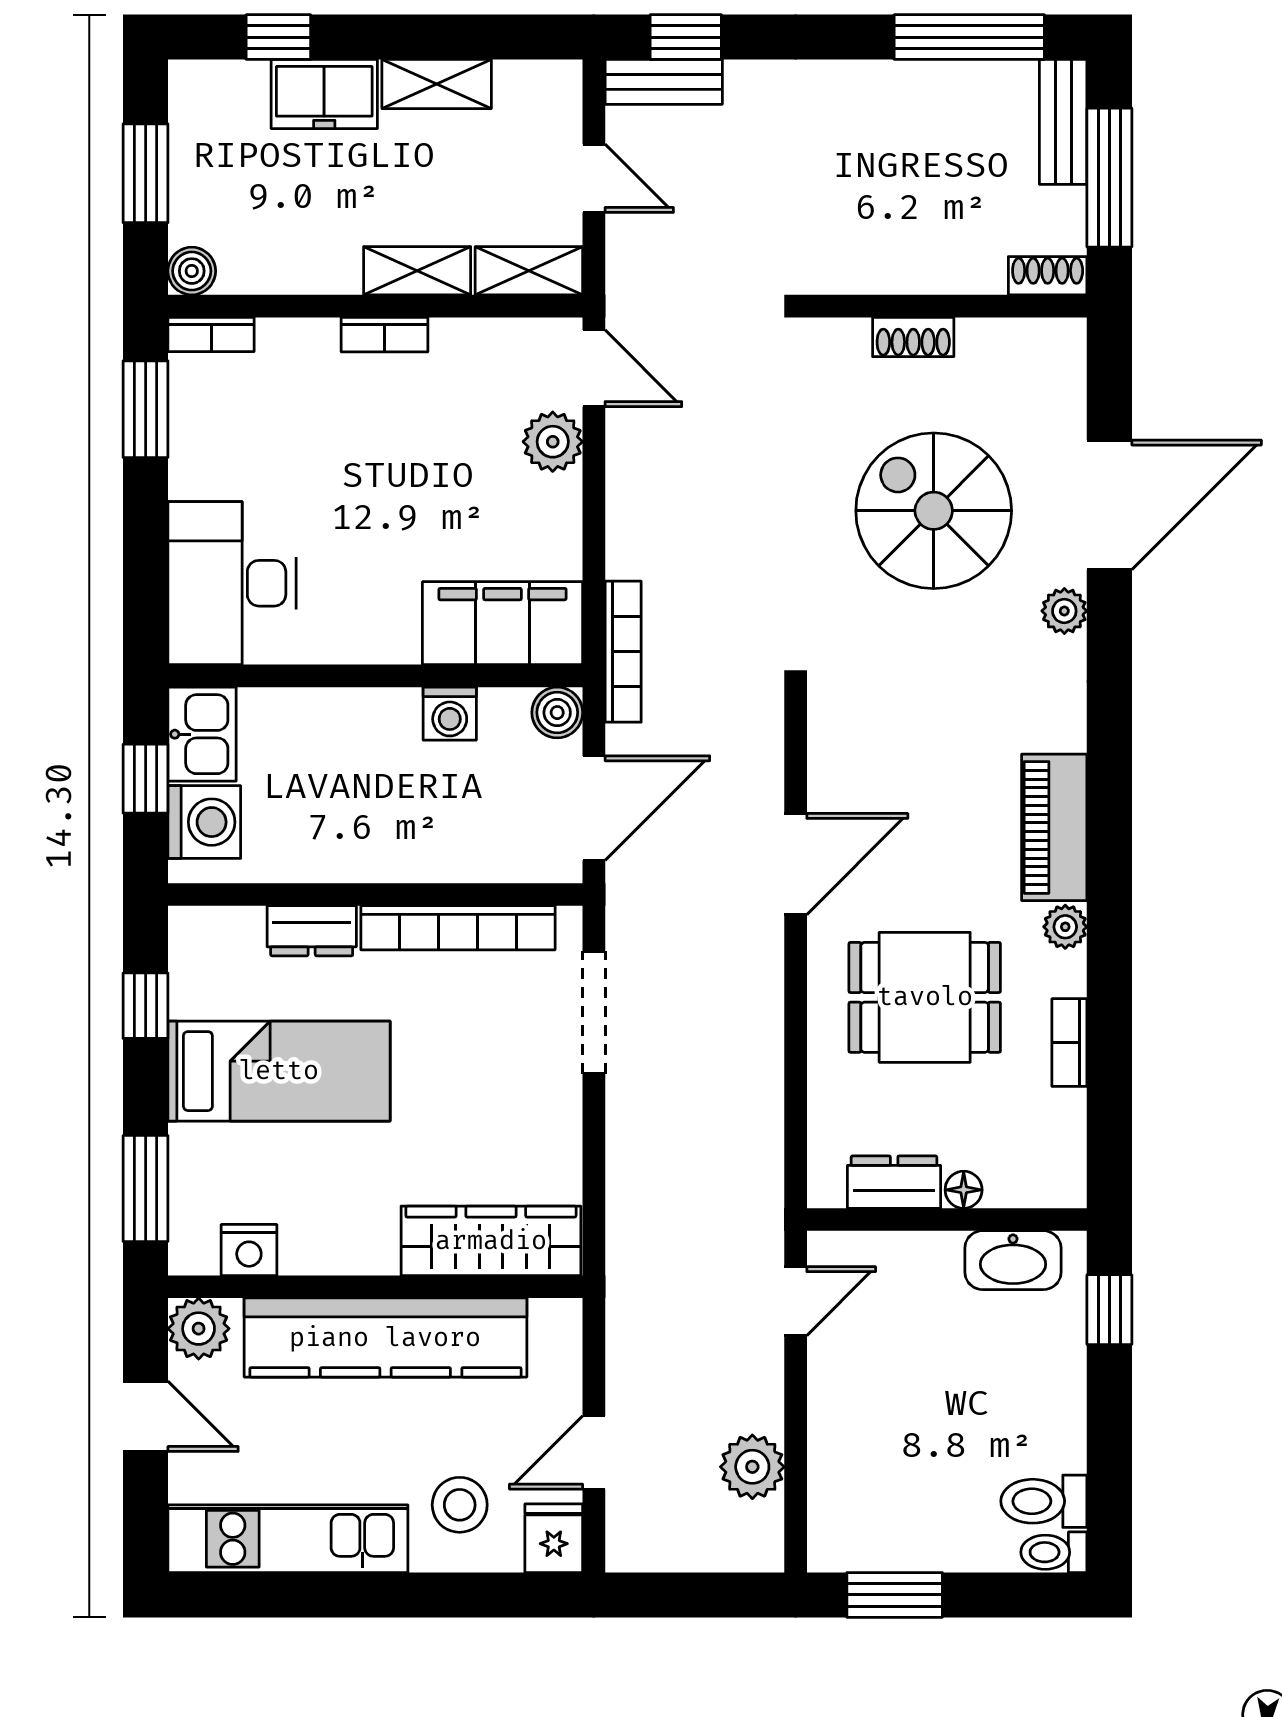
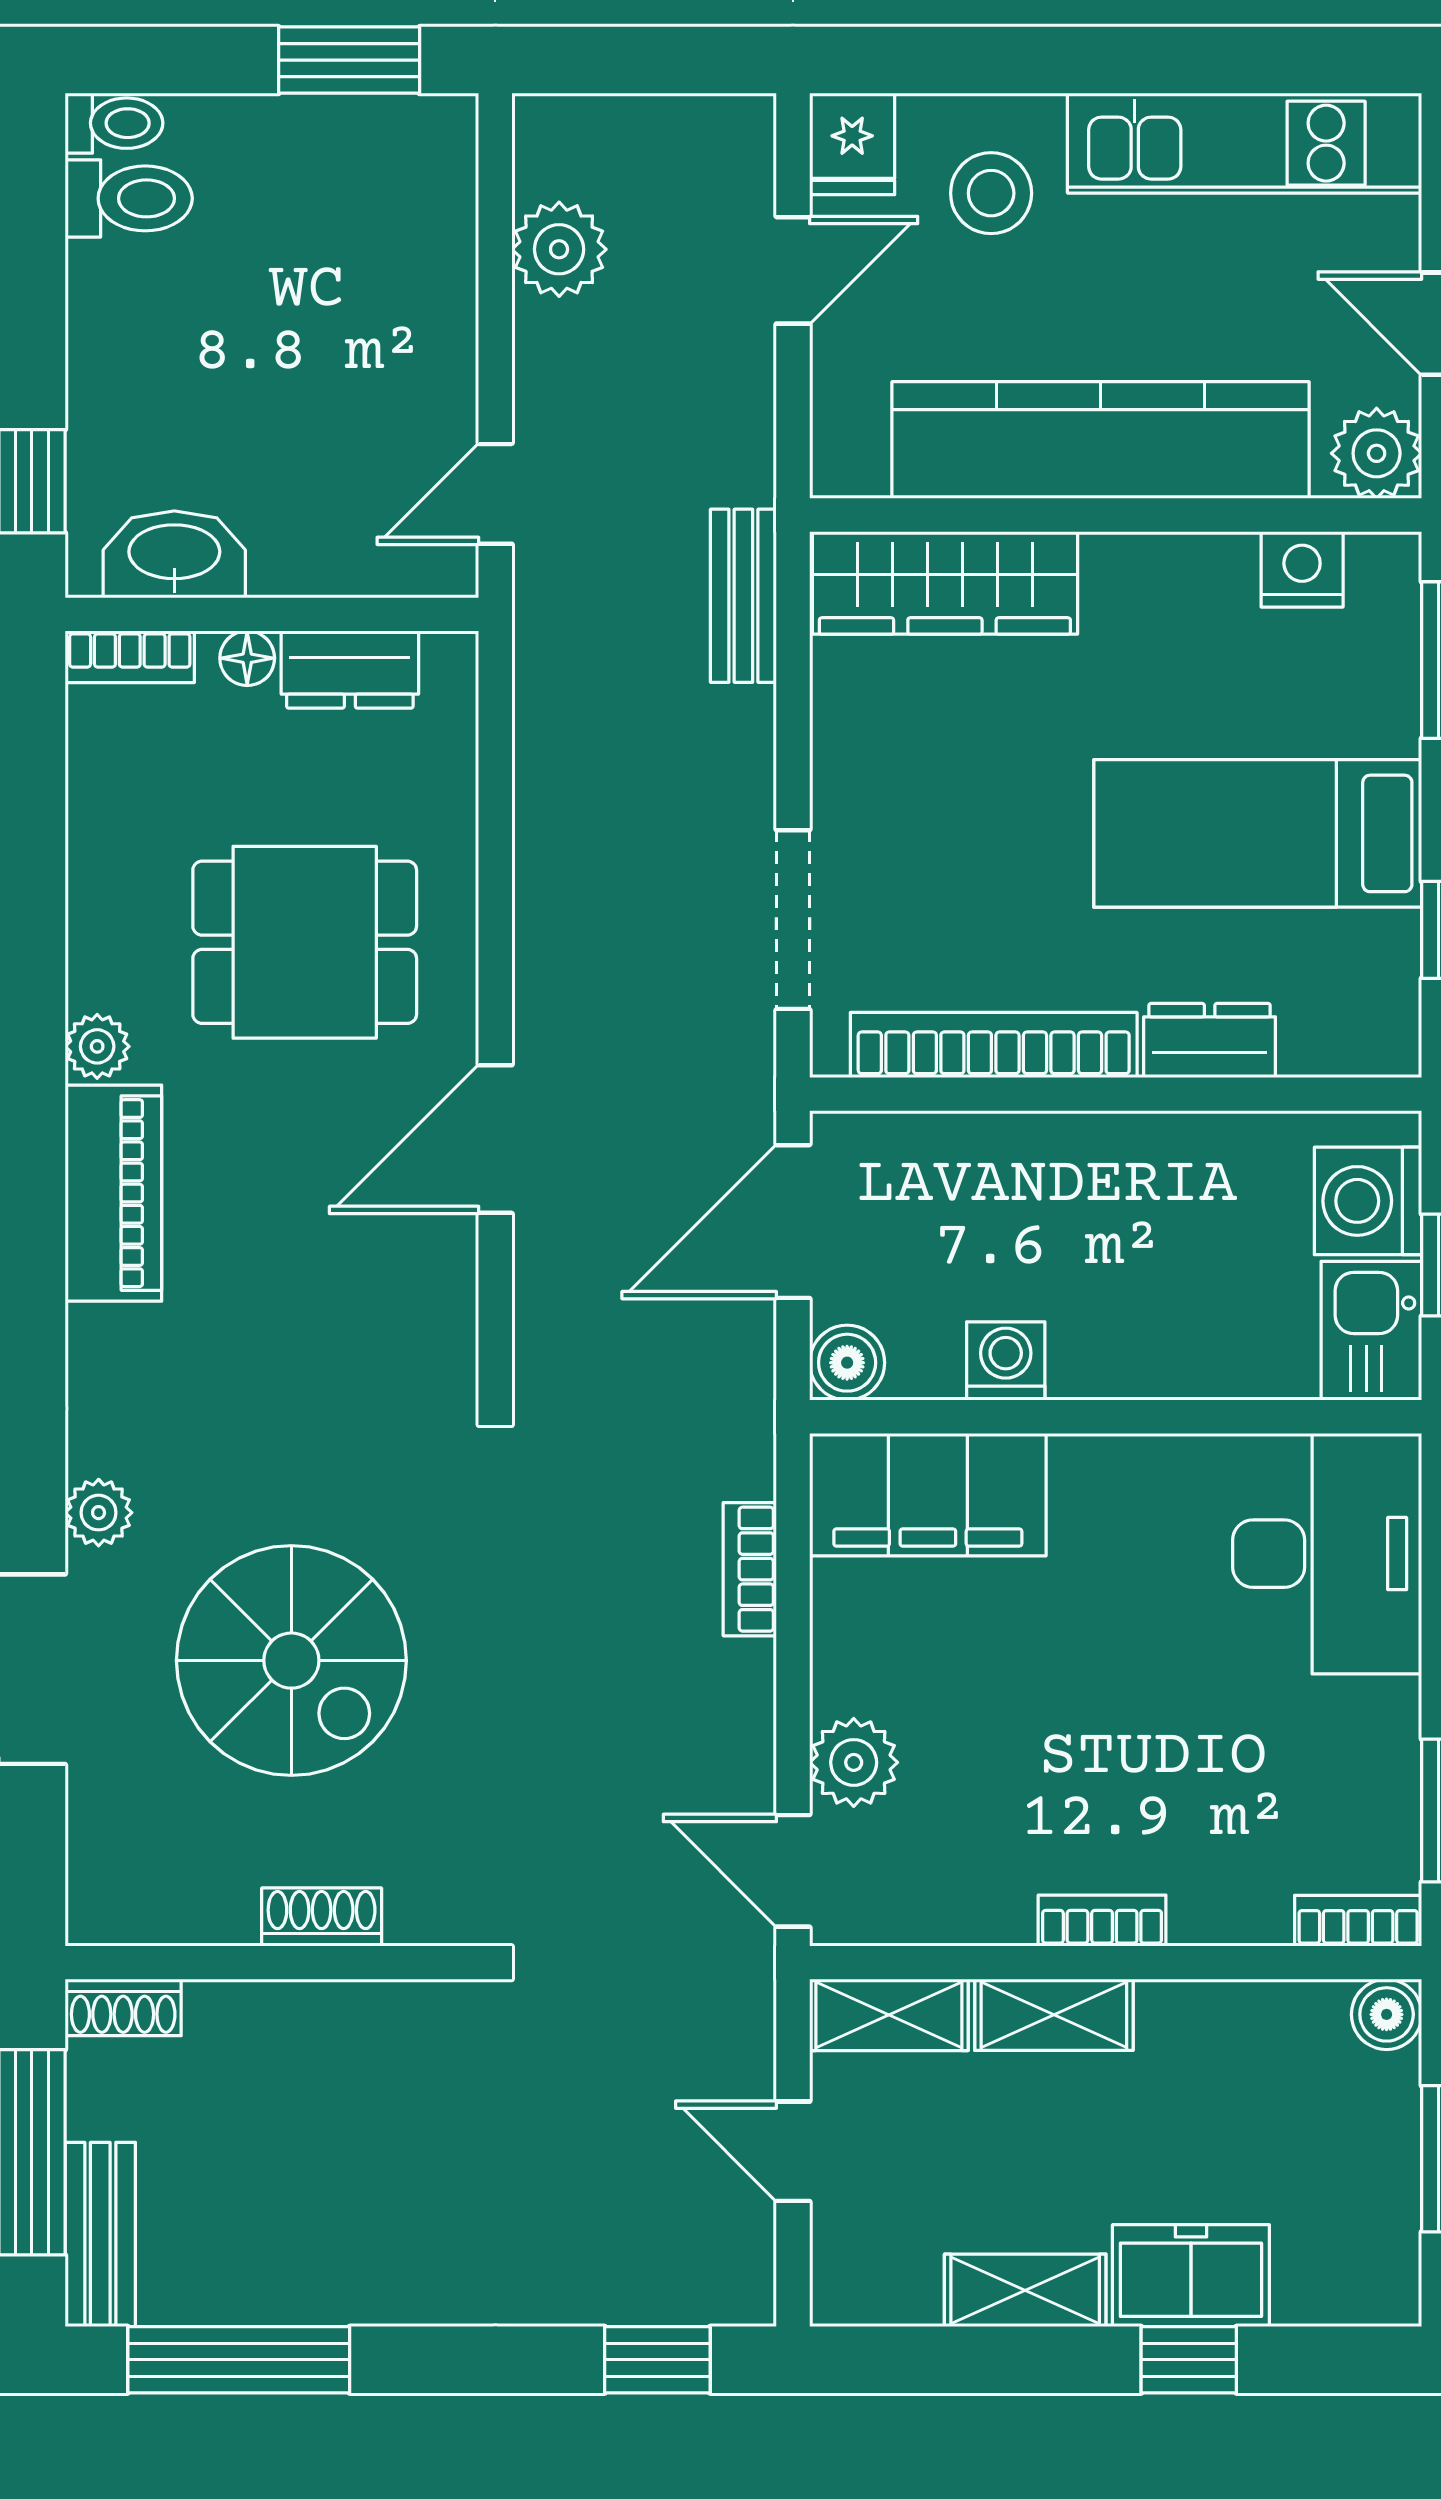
window: (278, 37) -> (1189, 2360), moved
bench: (664, 82) -> (743, 596), moved, turned 90
bookcase: (623, 652) -> (750, 1569), moved, width x0.64
bookcase: (1069, 1043) -> (130, 657), moved, turned 90

